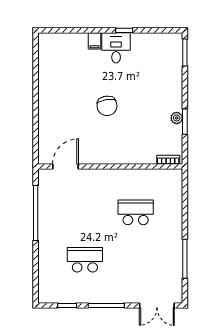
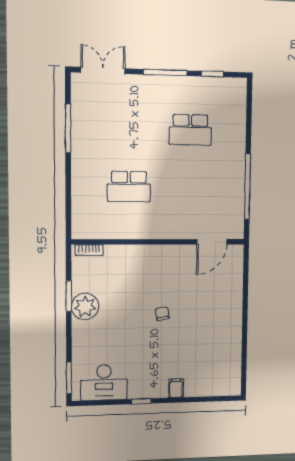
desk: (116, 48) -> (104, 382), moved, width x1.37
chair: (107, 106) -> (162, 313), width x0.54, depth x0.54
plant: (177, 118) -> (85, 306), width x1.88, depth x1.88

